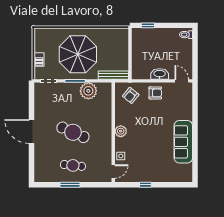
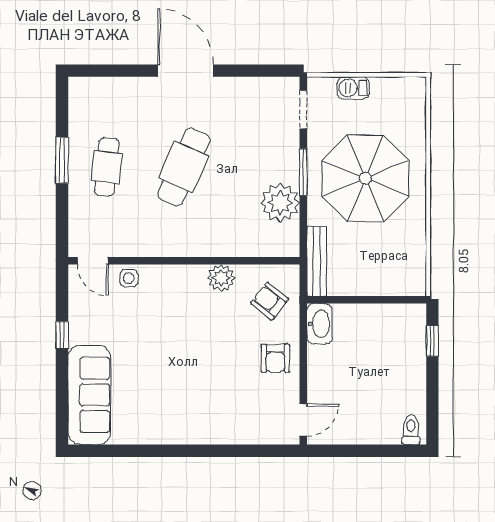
washbasin: (160, 74) -> (319, 324), moved
plant: (121, 131) -> (221, 278), moved
door: (32, 132) -> (186, 71), hinge flipped
sofa: (183, 142) -> (89, 395), moved, turned 90

